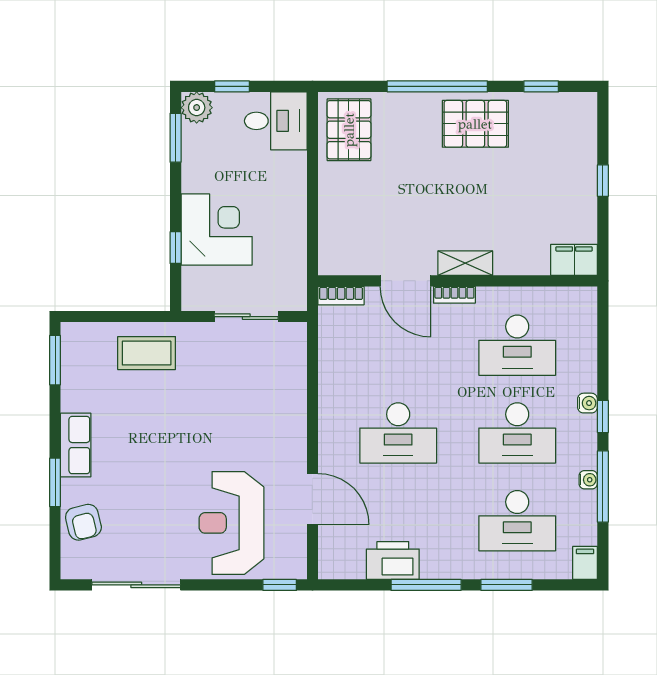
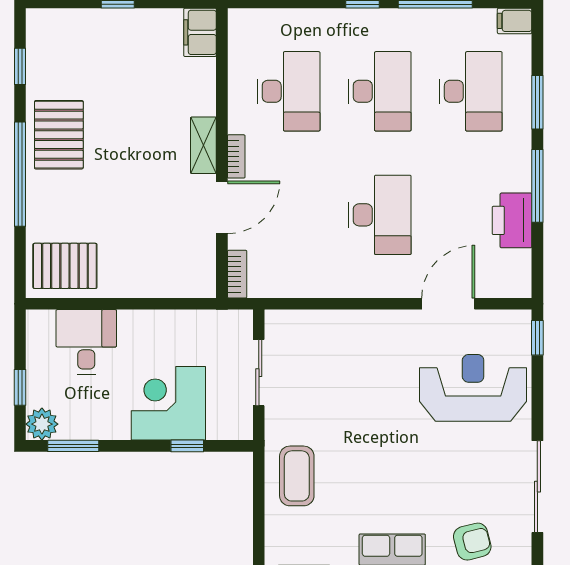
desk: (276, 121) -> (86, 342), moved
water cooler: (587, 403) -> (349, 18), removed
water cooler: (588, 480) -> (428, 18), removed
reception desk: (231, 523) -> (473, 388), turned 180

